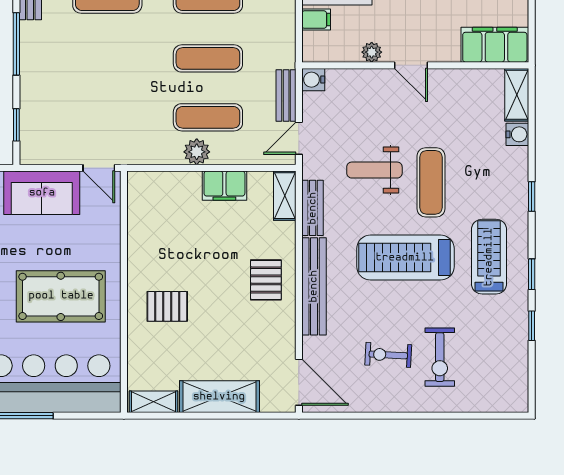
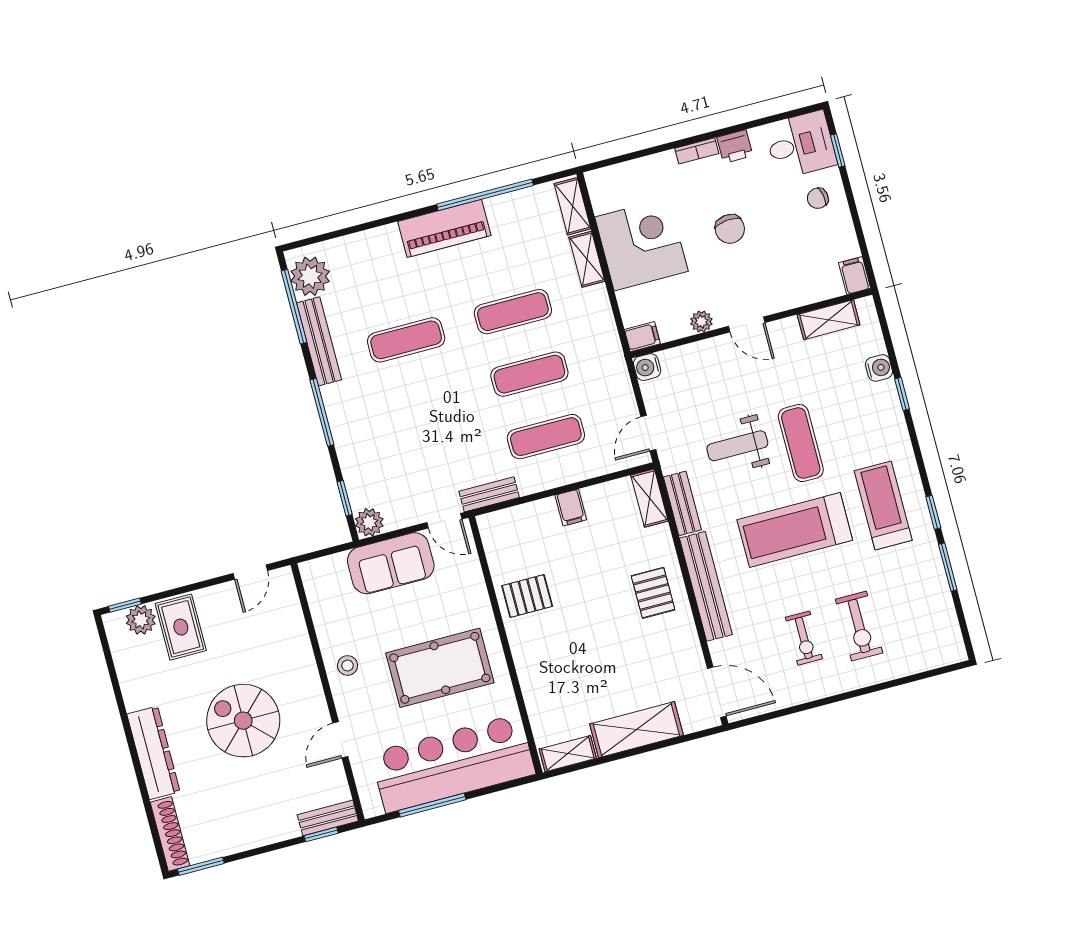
filing cabinet: (316, 20) -> (642, 337), moved
filing cabinet: (495, 45) -> (855, 276), width x0.33, depth x0.86
shelving: (517, 95) -> (829, 320), moved, turned 90
bench: (286, 96) -> (489, 494), moved, turned 90
plant: (197, 152) -> (369, 522), moved
filing cabinet: (224, 186) -> (571, 507), width x0.50
window: (532, 197) -> (902, 394), moved
pallet: (167, 306) -> (527, 596), moved
window: (532, 326) -> (948, 567), width x1.50
exercise bike: (388, 355) -> (804, 638), turned -93

